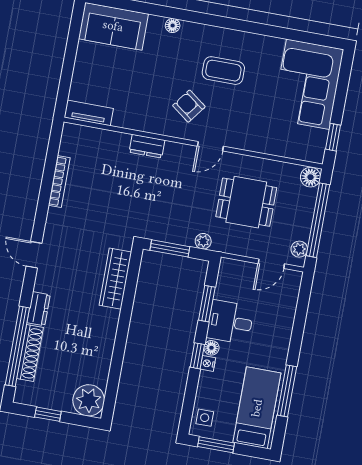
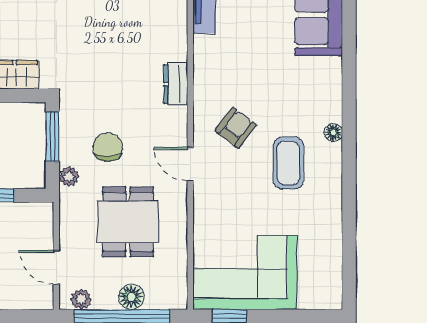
floor lamp: (173, 26) -> (333, 132), moved
corner sofa: (308, 84) -> (245, 272), moved
floor lamp: (310, 177) -> (131, 297), moved
chair: (186, 207) -> (108, 147), added

